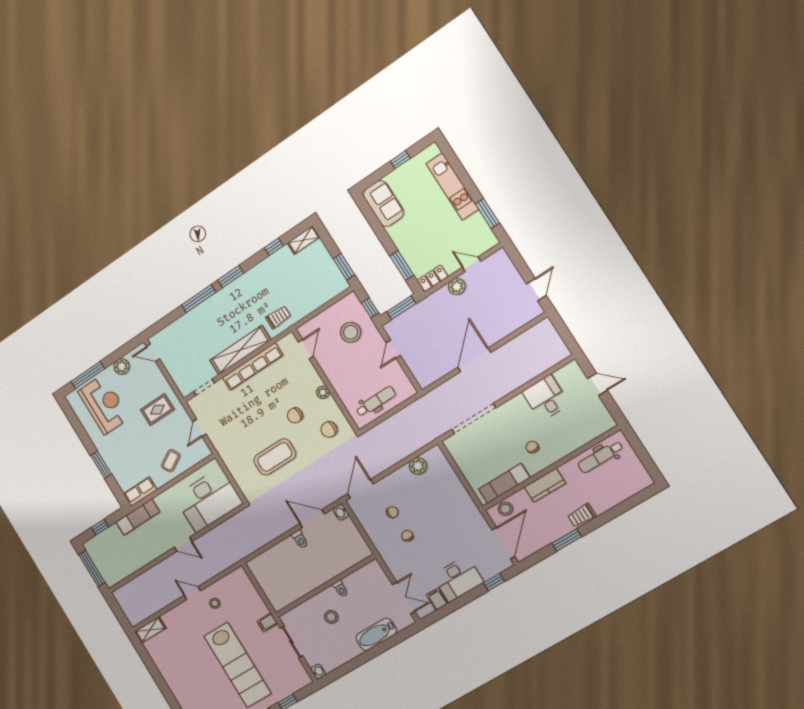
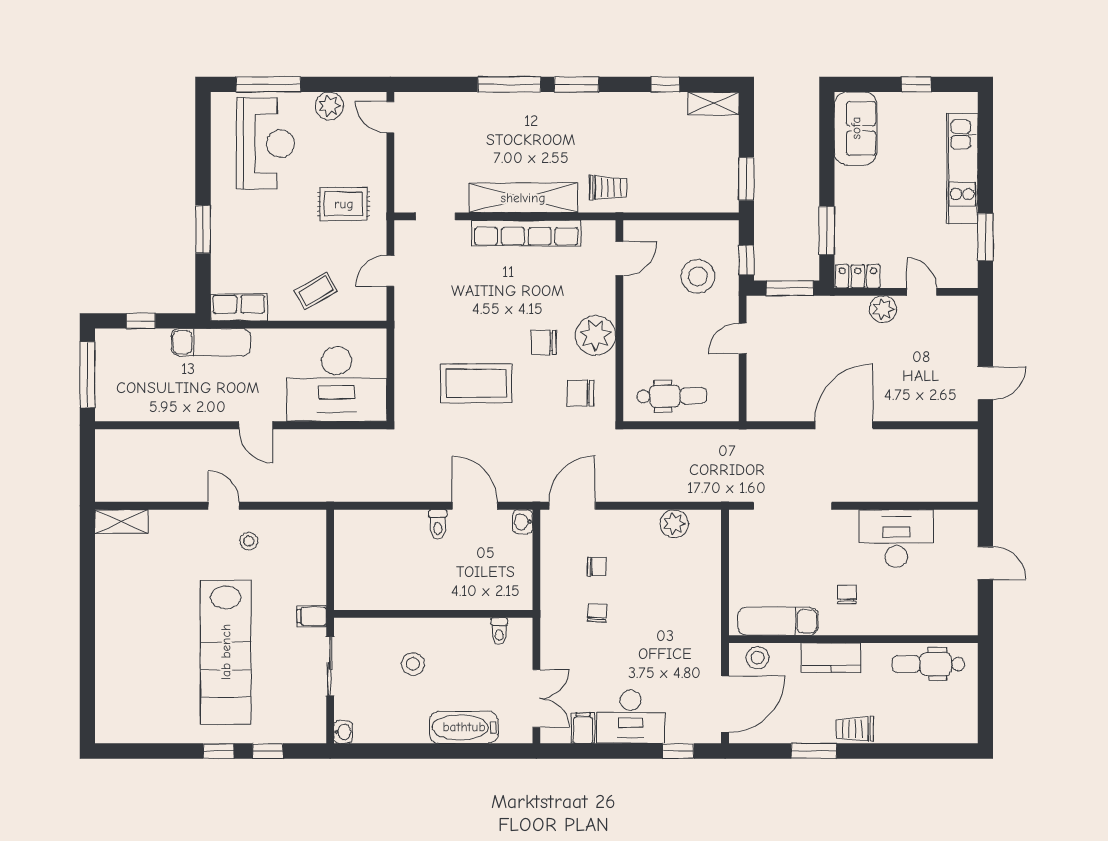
plant: (323, 392) -> (596, 335), width x1.87, depth x1.87
desk: (546, 398) -> (896, 539), width x1.37
toilet: (340, 589) -> (499, 631), moved

